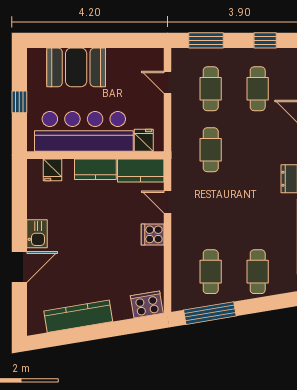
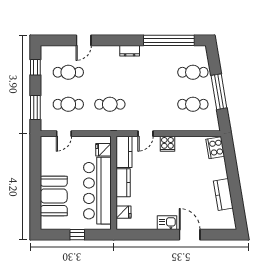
window: (210, 313) -> (219, 92), moved
kitchen counter: (78, 316) -> (223, 194), width x0.67

